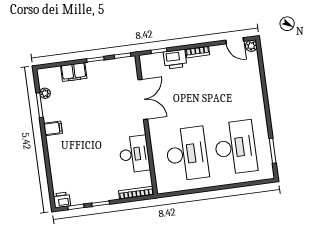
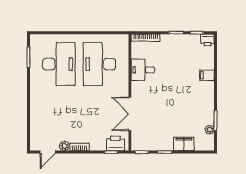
door: (235, 41) -> (48, 152), swing flipped
plant: (251, 46) -> (64, 146), moved
printer: (175, 59) -> (115, 143), moved
filing cabinet: (53, 128) -> (207, 75), moved
desk: (235, 147) -> (59, 64), turned 180
desk: (134, 154) -> (143, 70), width x0.73

